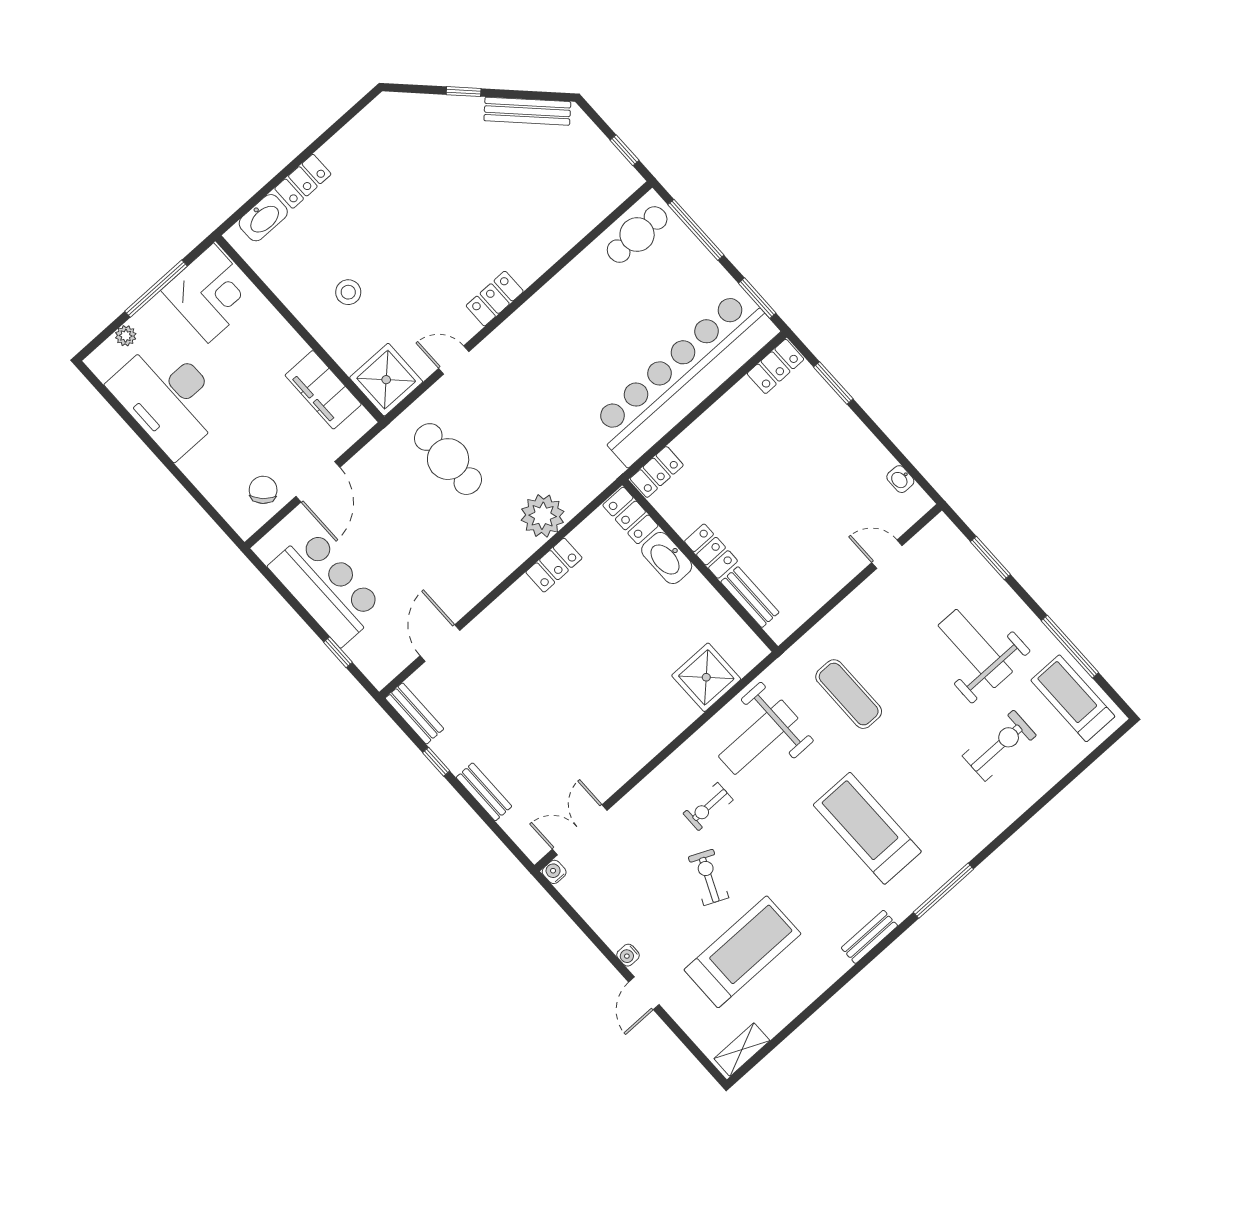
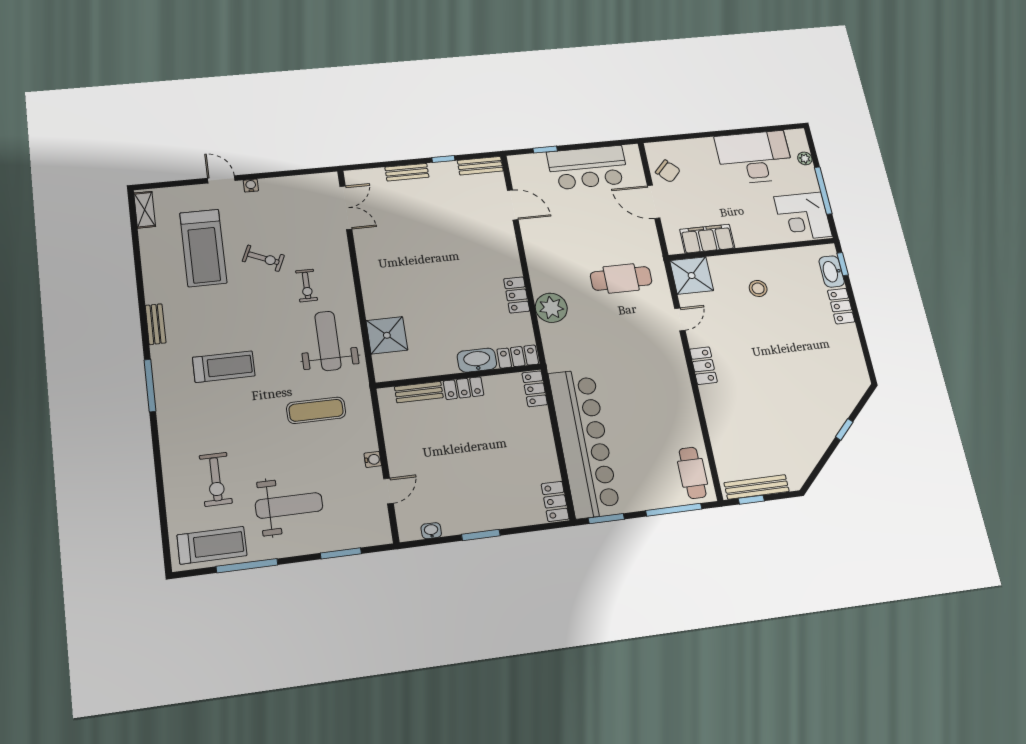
bench: (527, 111) -> (757, 487), moved, turned 45
window: (244, 210) -> (843, 264), added
window: (833, 383) -> (481, 535), moved
exercise bike: (708, 807) -> (307, 286), turned 180
treadmill: (867, 828) -> (224, 367), width x0.73, depth x0.73
water cooler: (554, 872) -> (373, 459), moved

